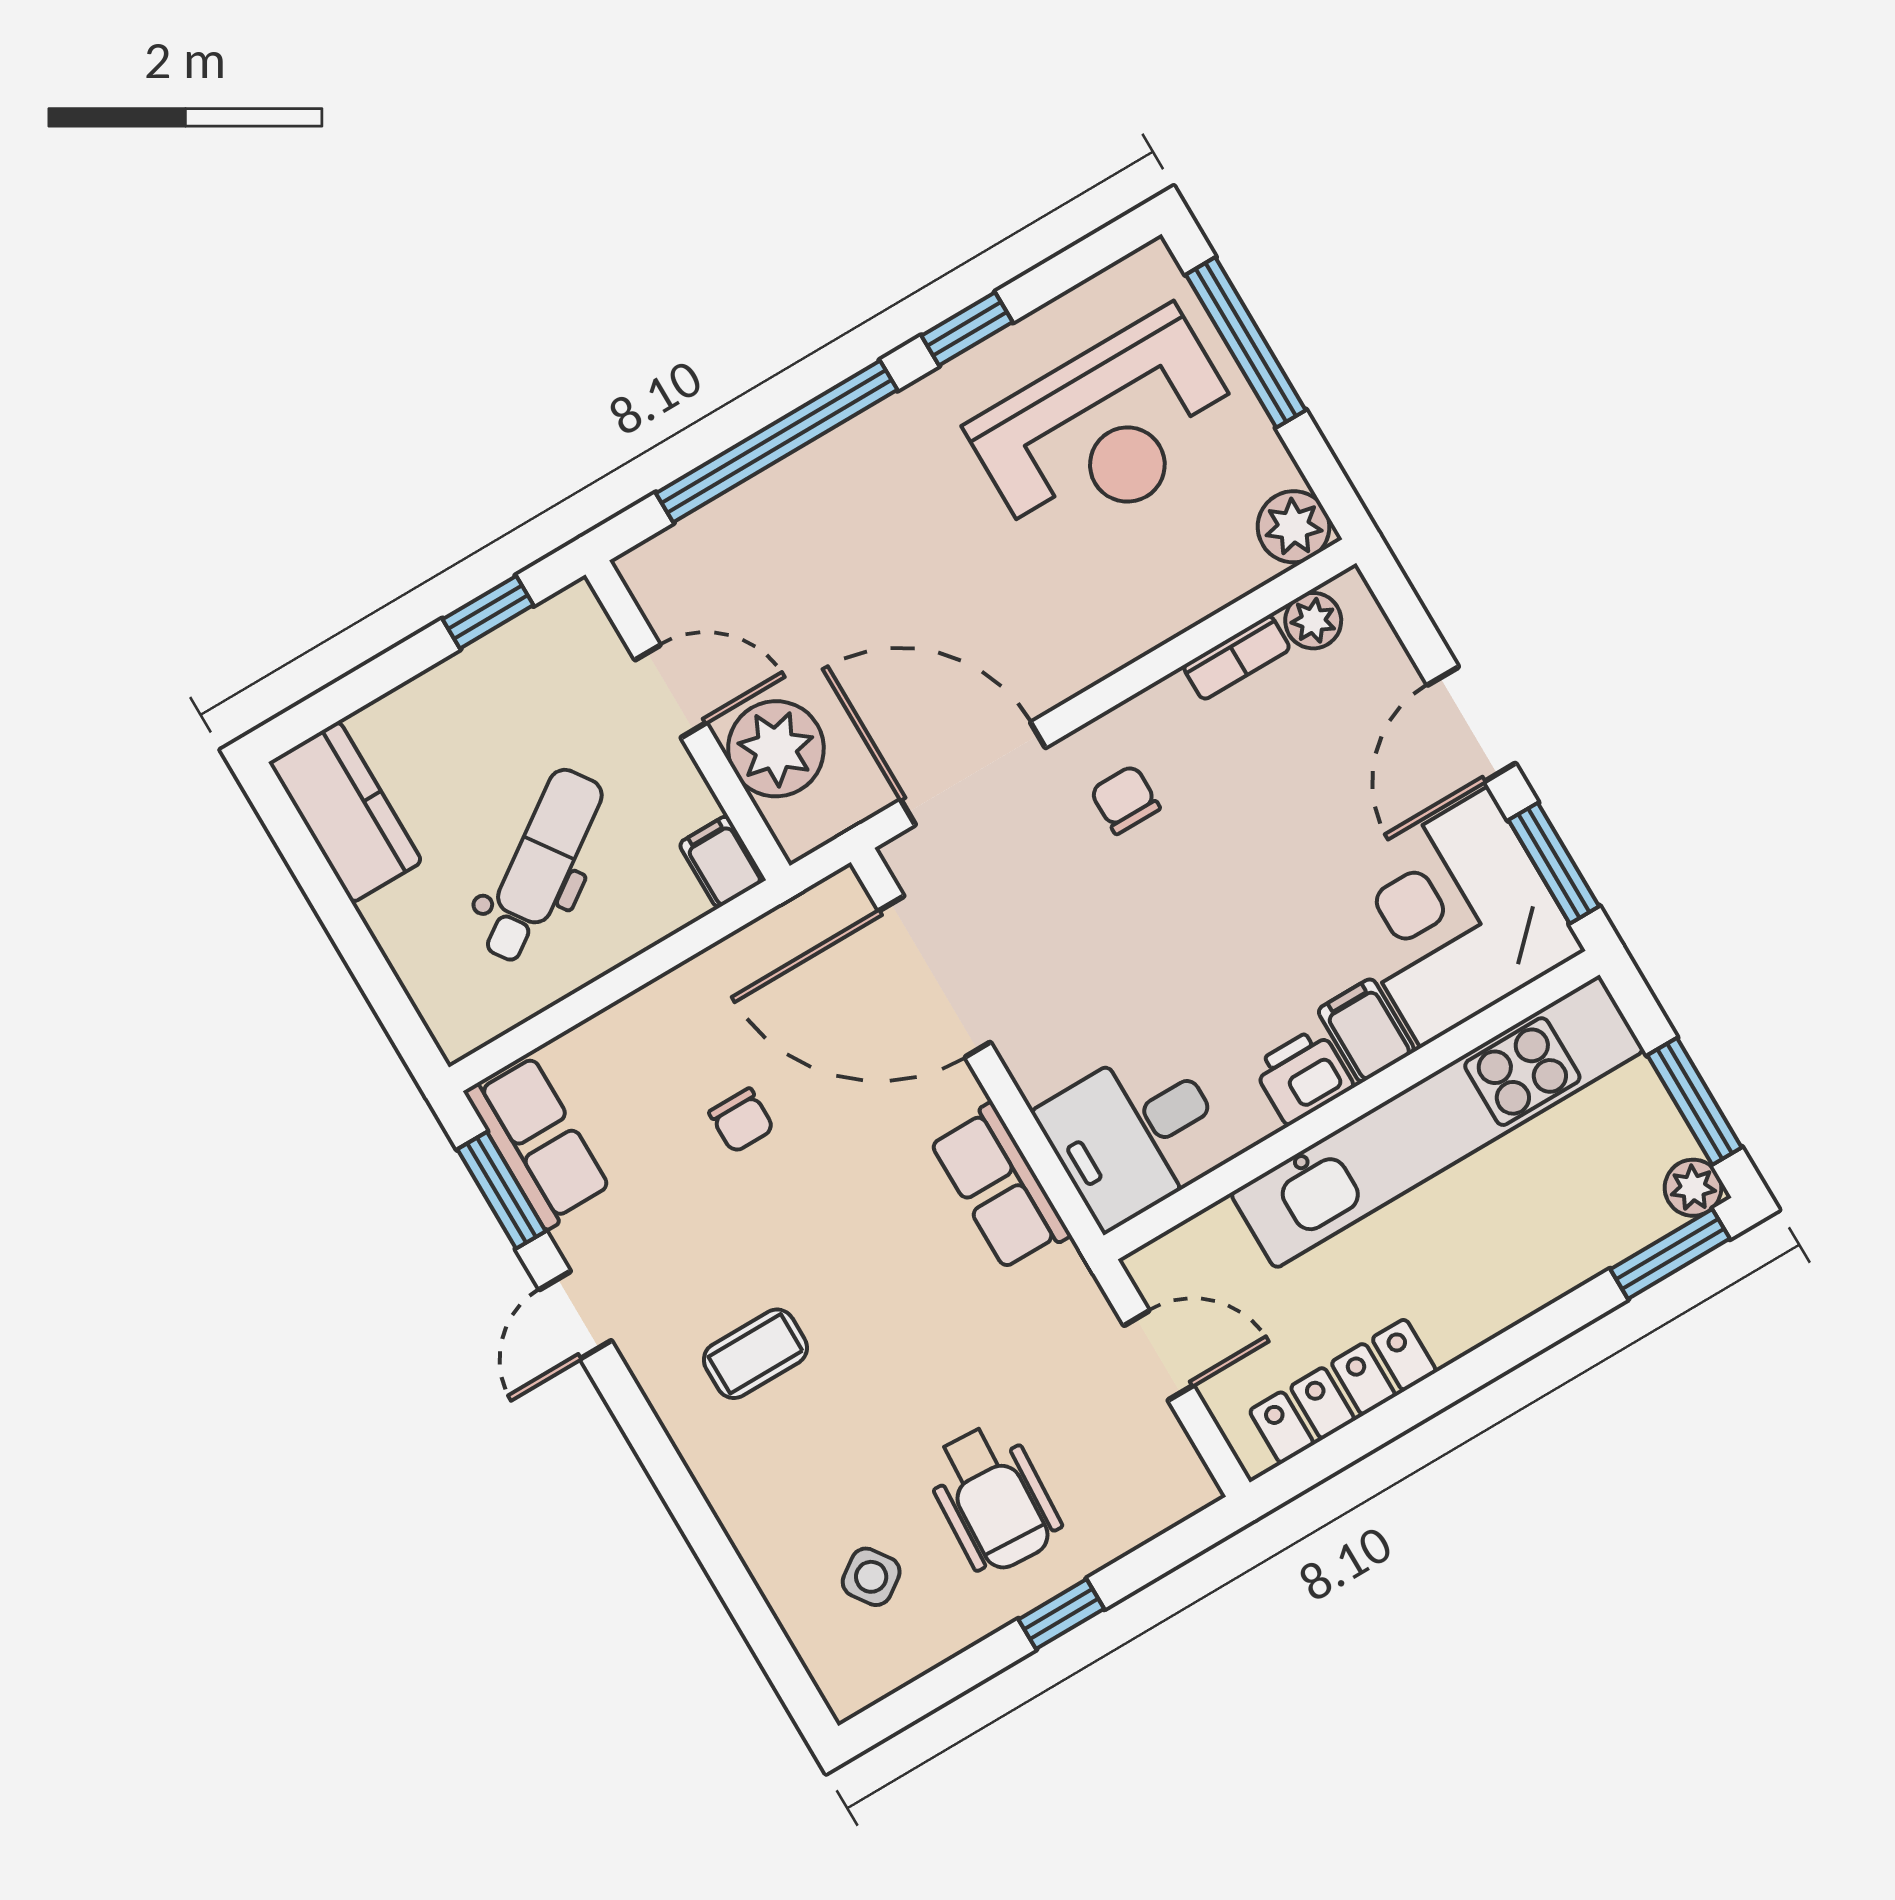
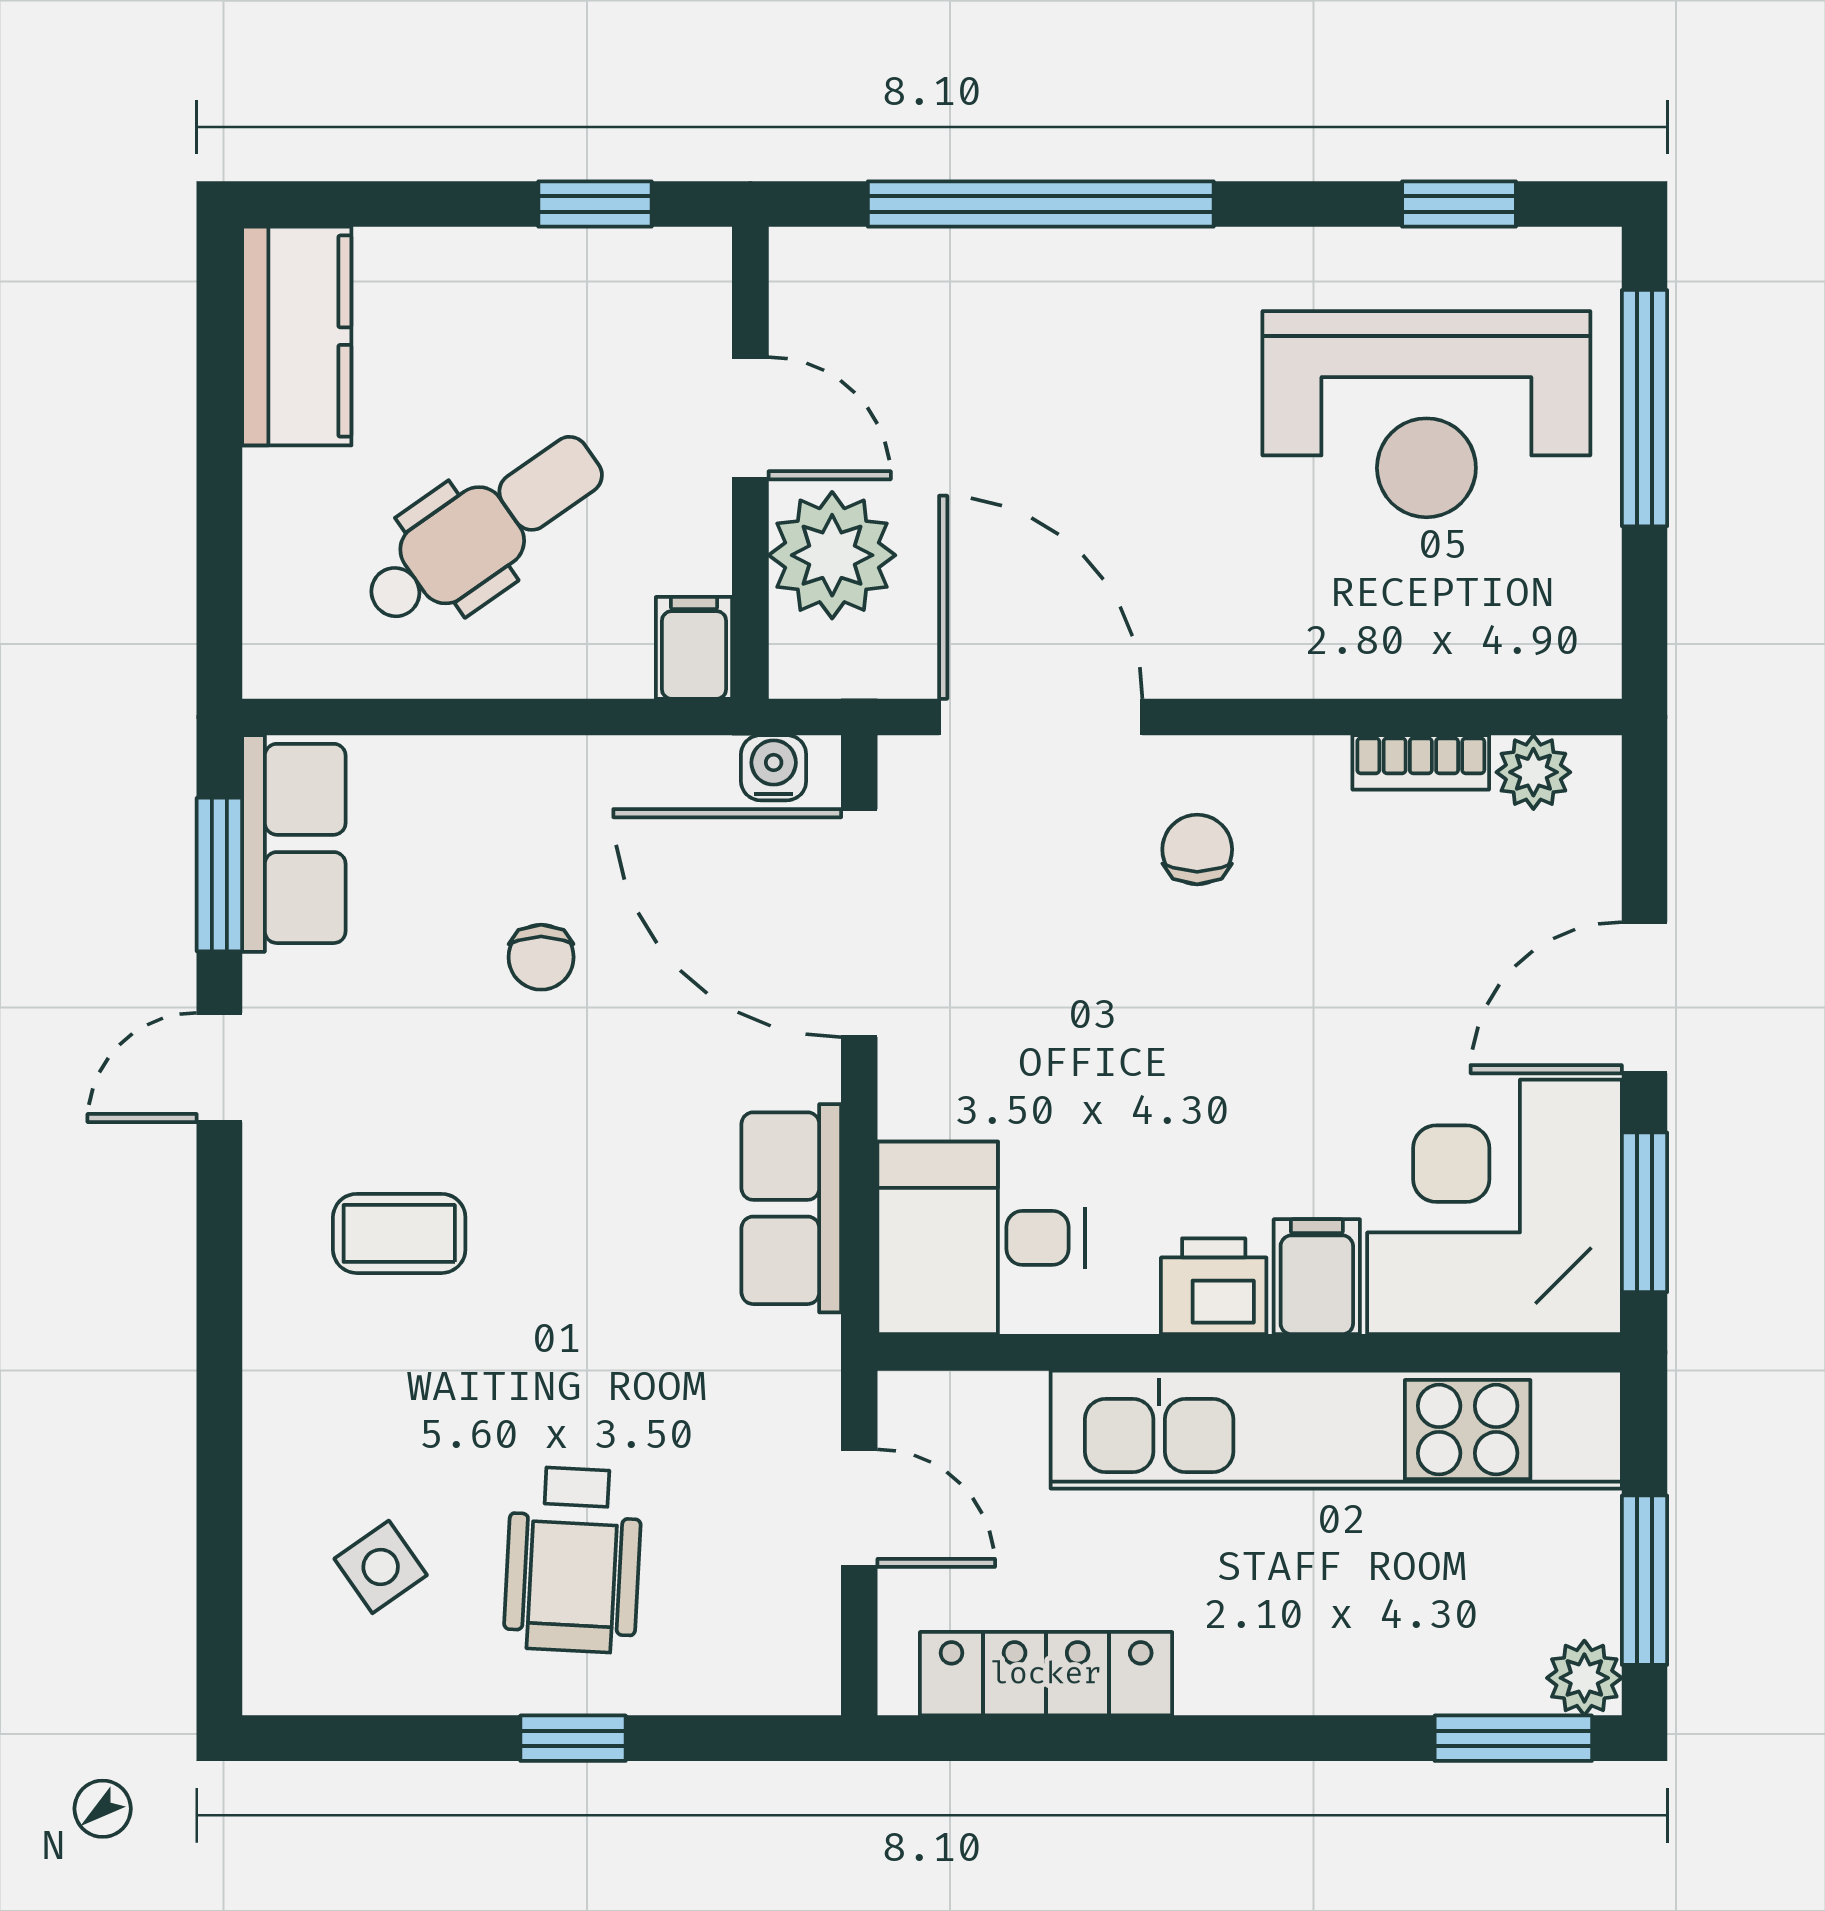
window: (967, 329) -> (1459, 204), moved
plant: (1293, 527) -> (1574, 651), removed
water cooler: (820, 909) -> (774, 768), added

